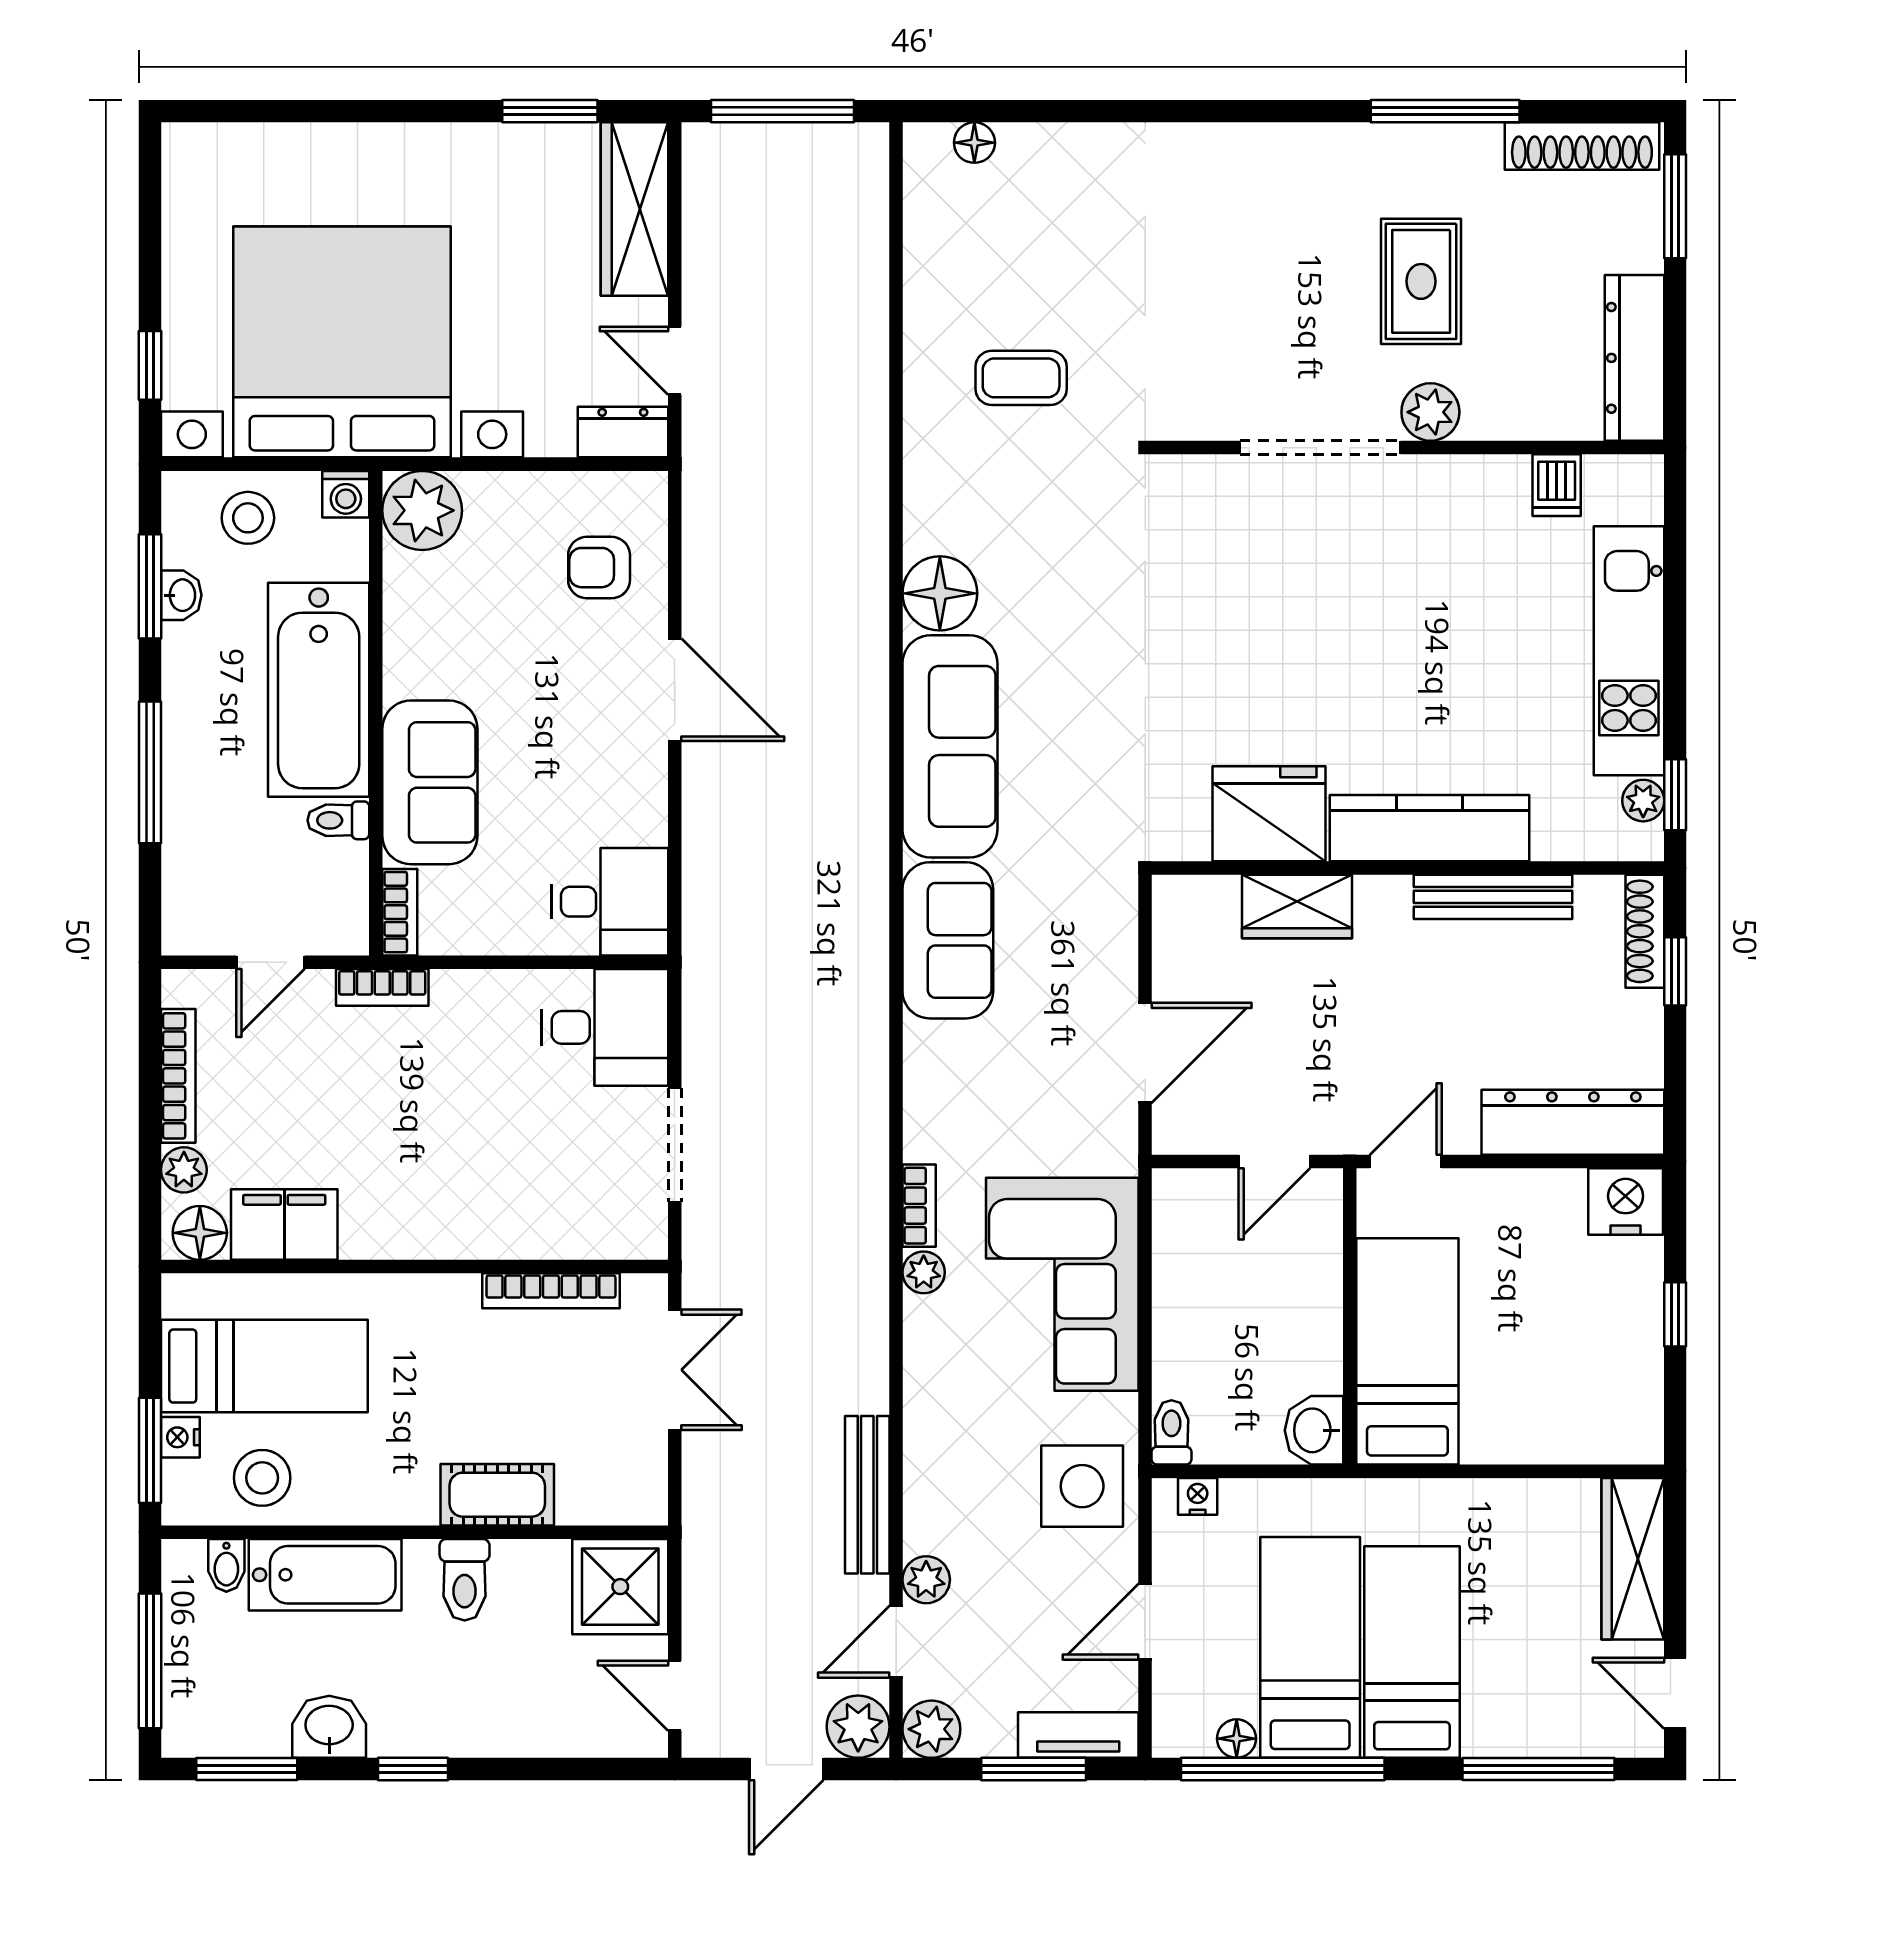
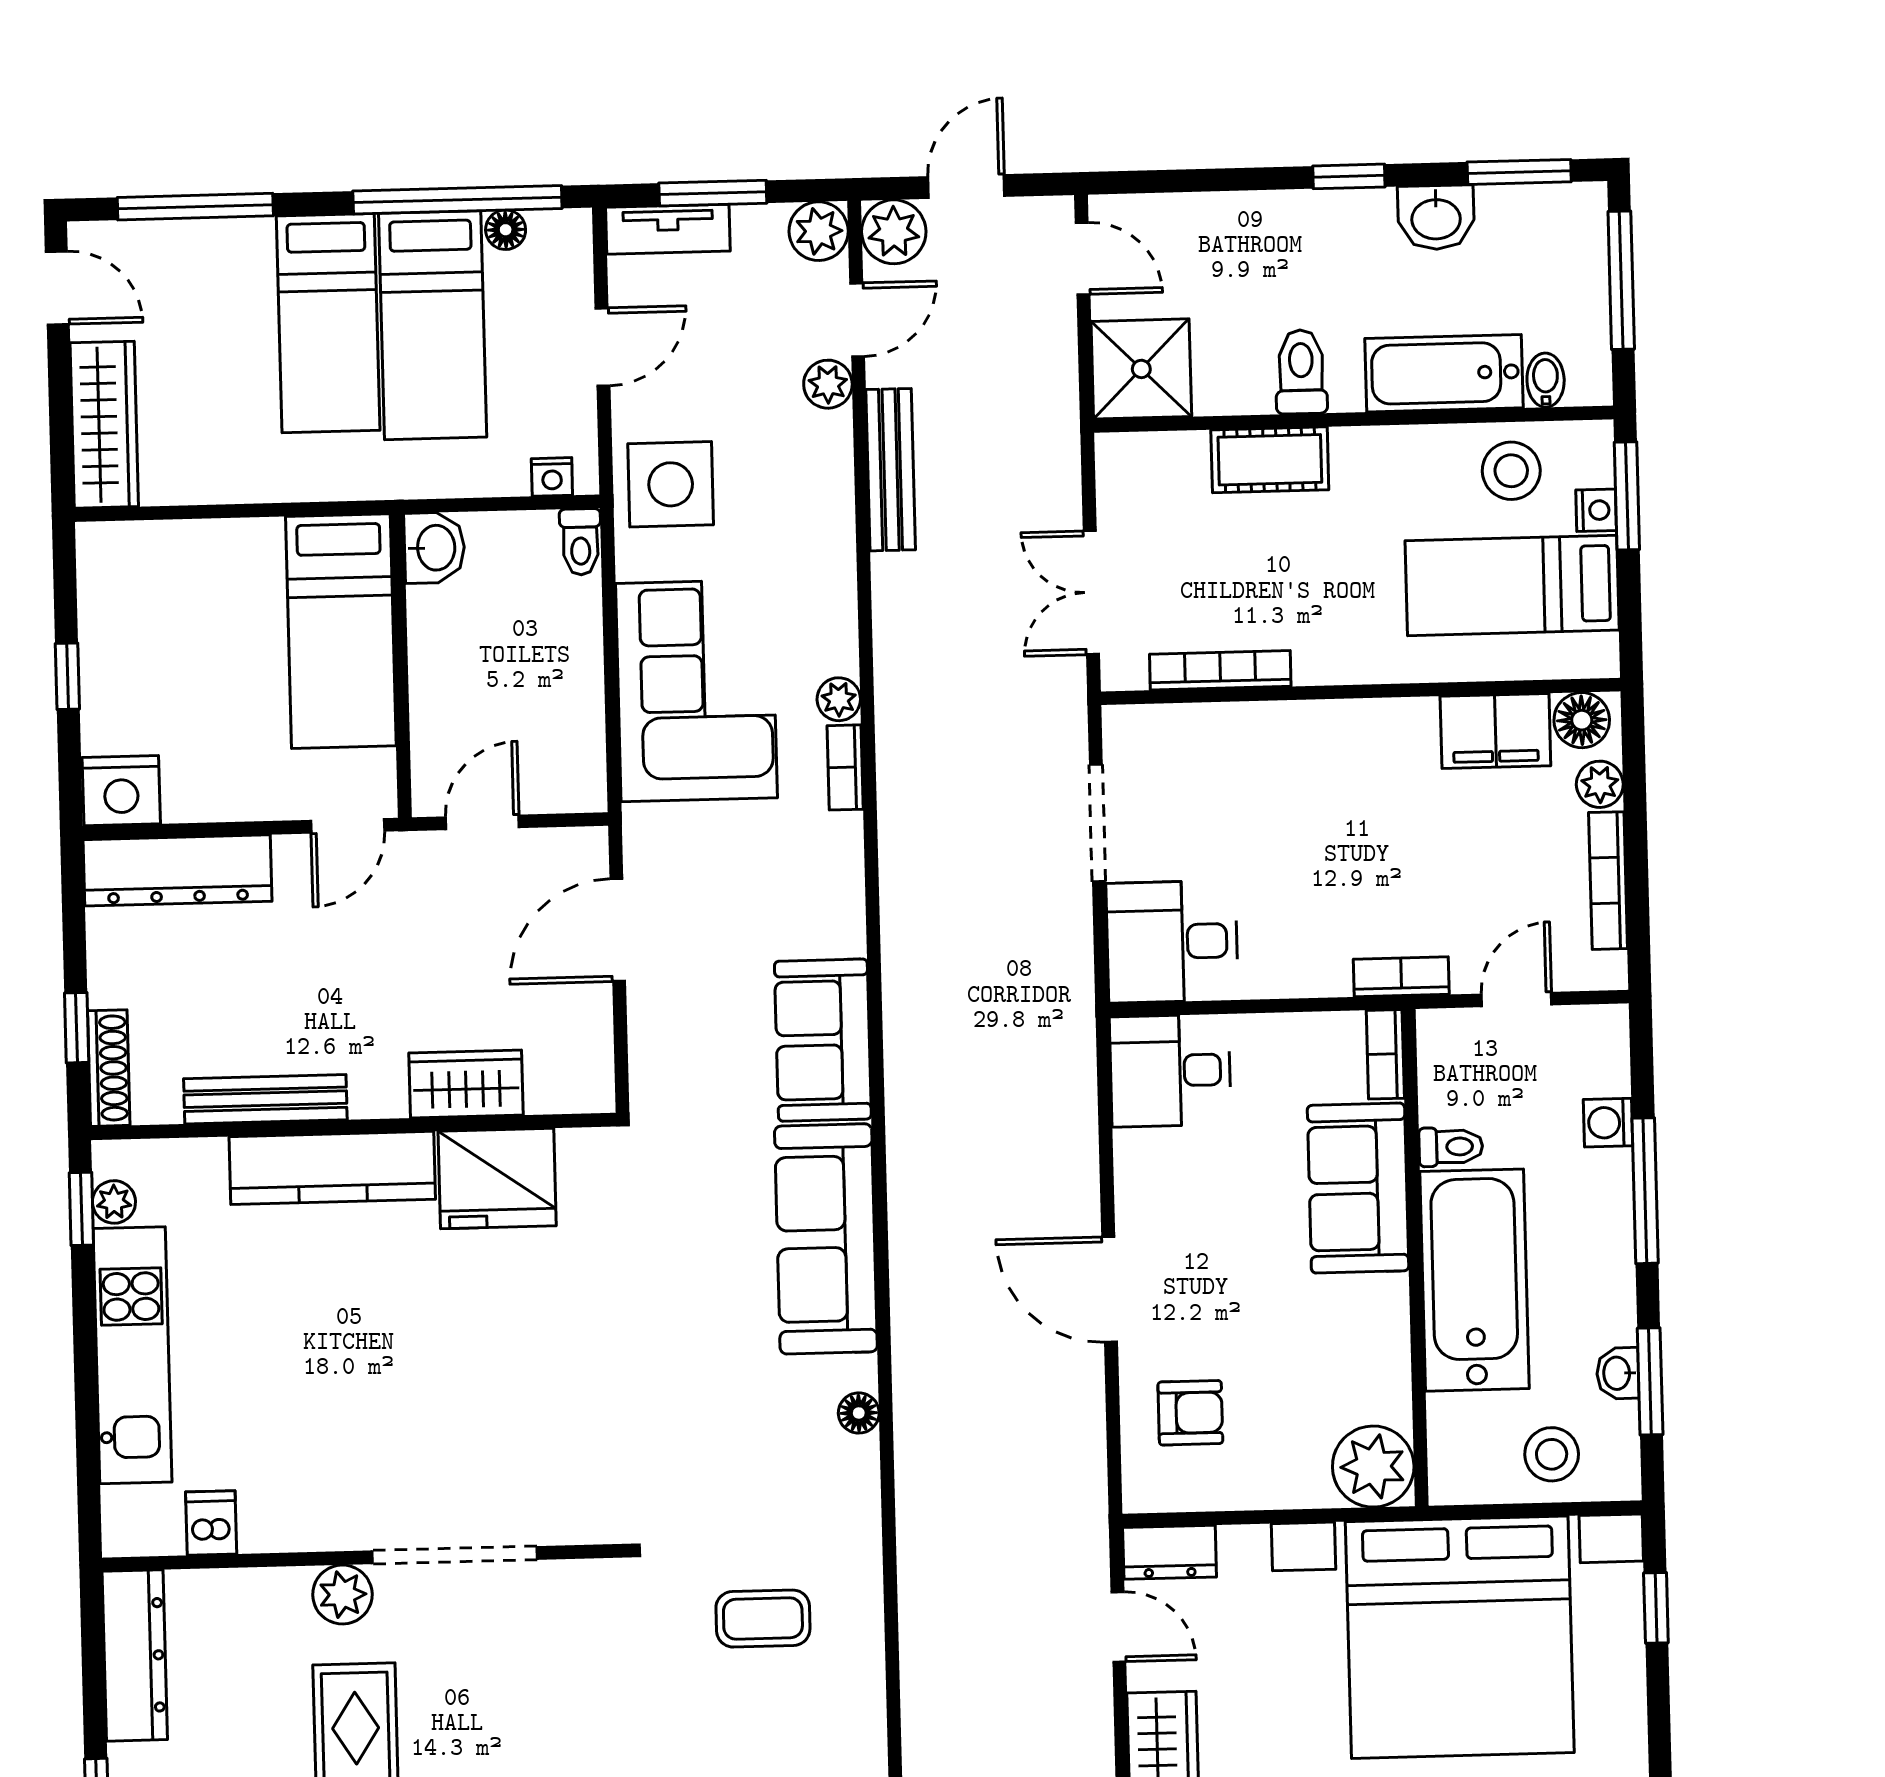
washing machine: (346, 494) -> (1608, 1123), moved, turned -90
floor lamp: (940, 593) -> (859, 1413), width x0.53, depth x0.53

